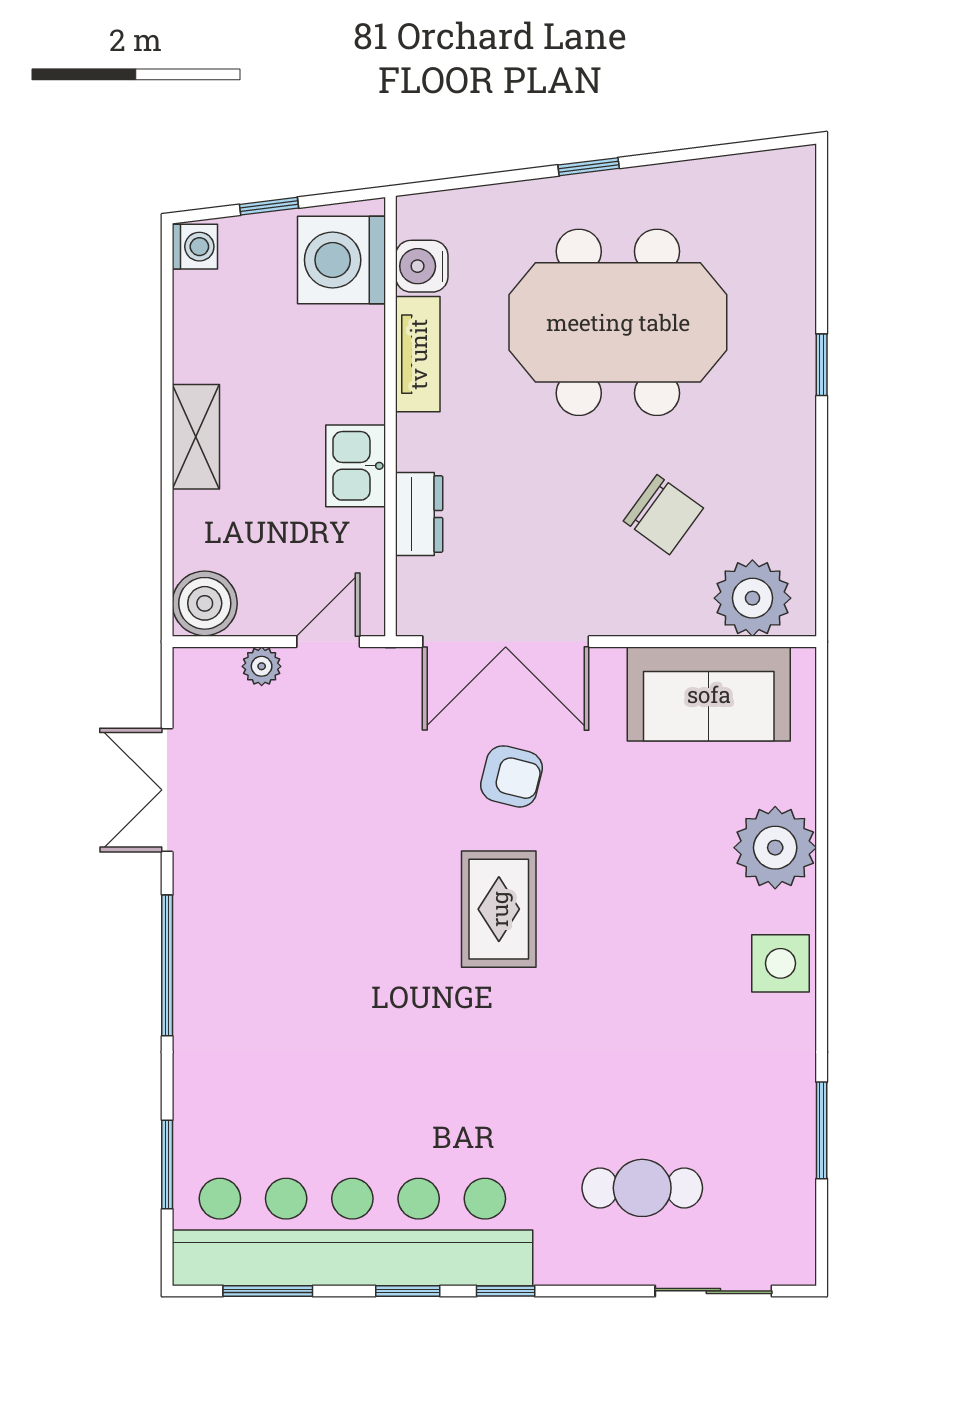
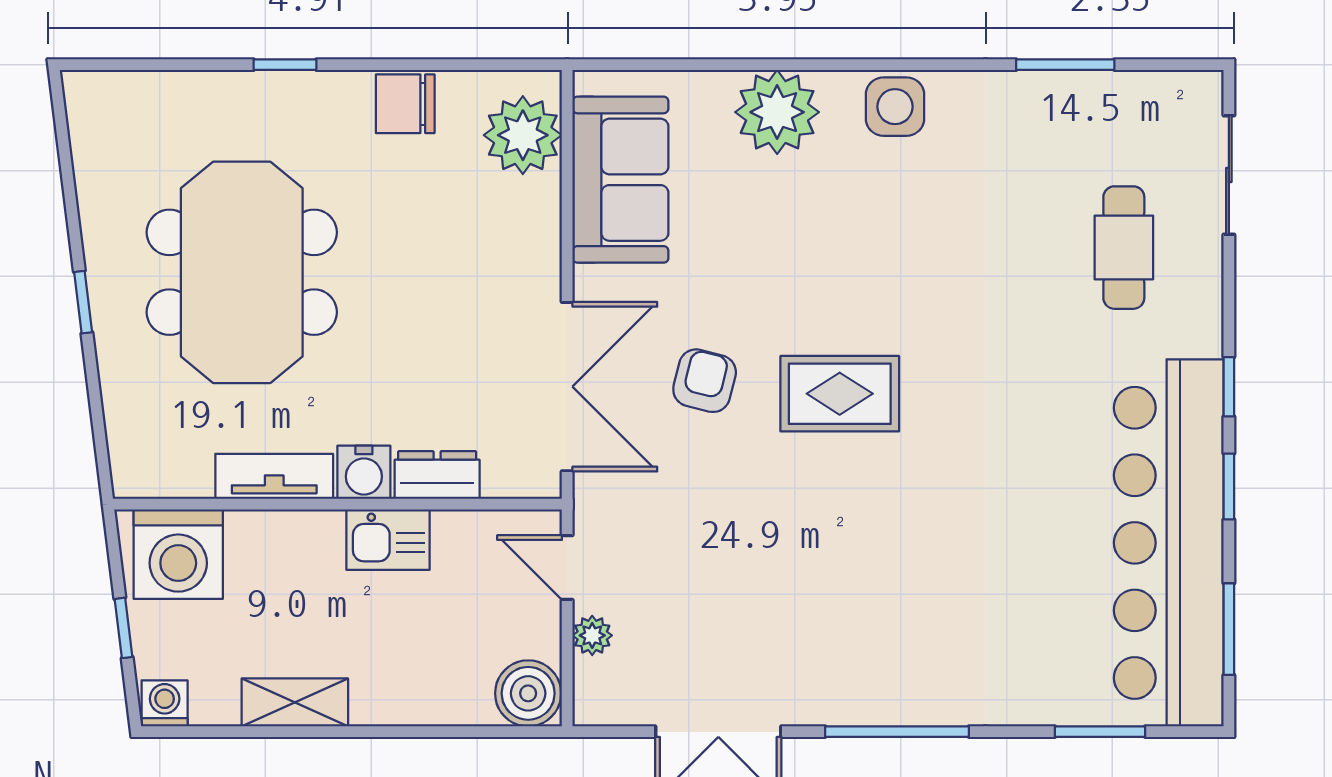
water cooler: (422, 266) -> (364, 472), moved
shelving: (196, 437) -> (295, 702), moved
chair: (663, 515) -> (405, 104), moved, turned -126

